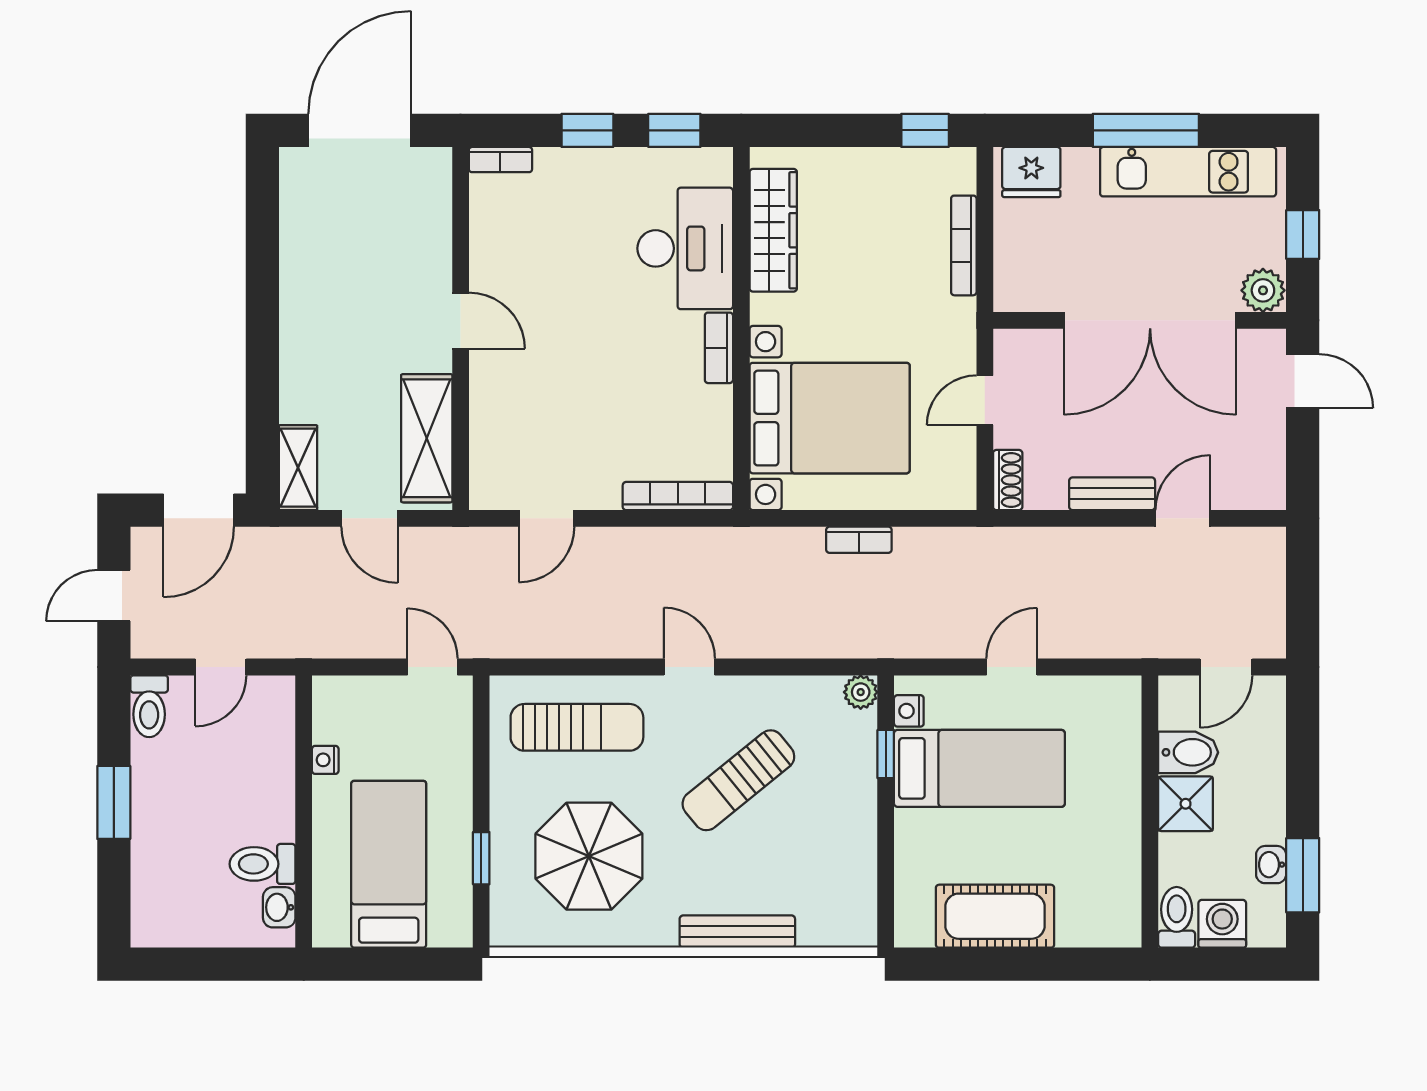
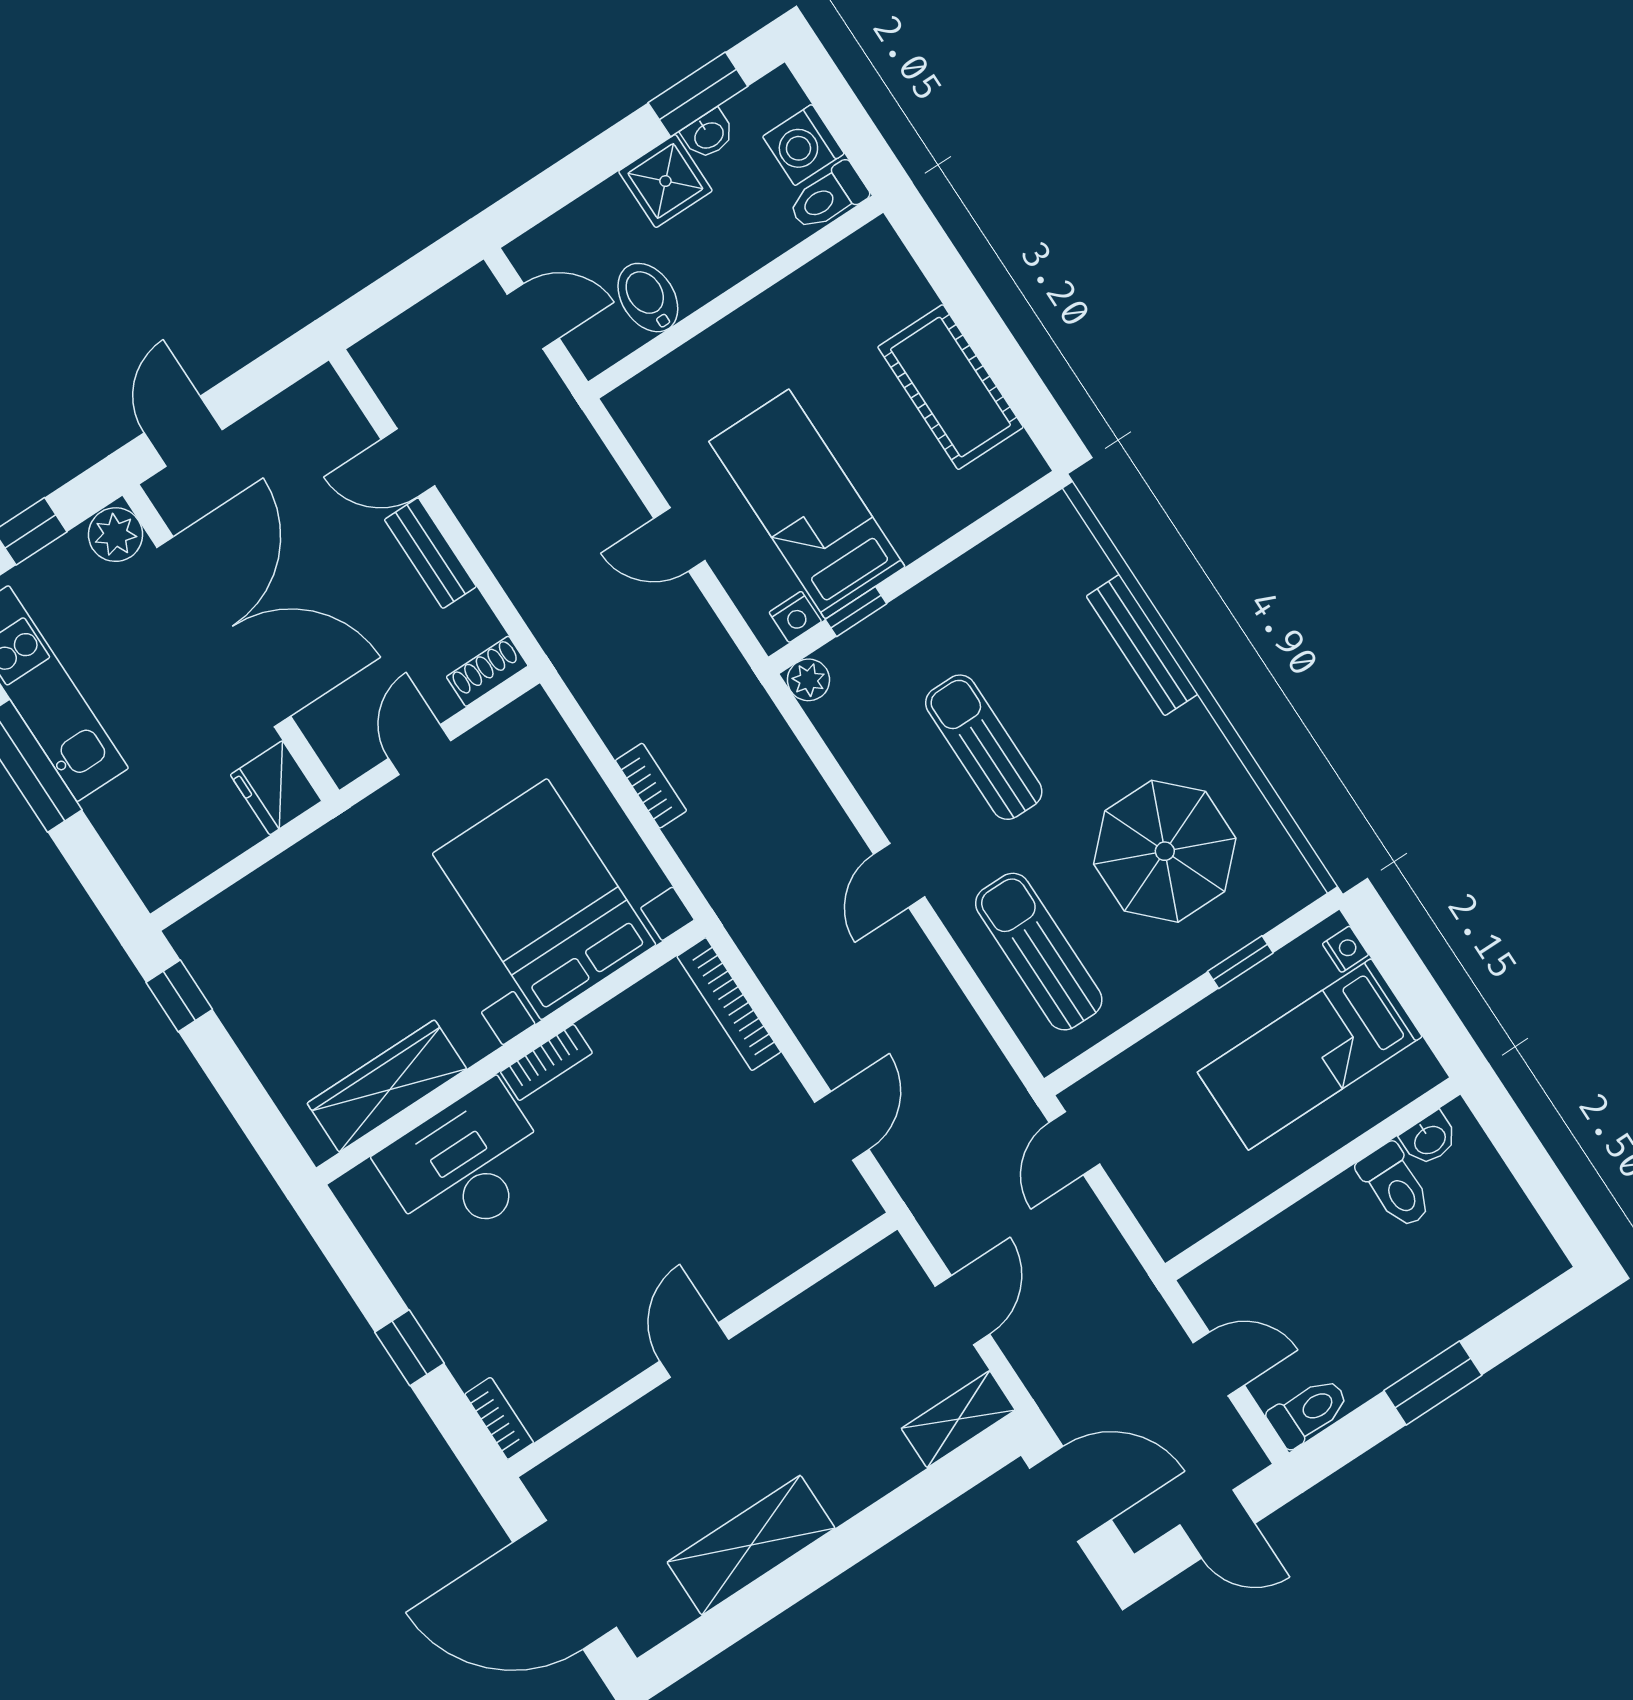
window: (674, 130) -> (350, 1257), removed
fridge: (1031, 172) -> (276, 788), moved, turned 180
bookcase: (964, 245) -> (273, 877), removed
door: (985, 400) -> (420, 750), swing flipped
shelving: (427, 438) -> (751, 1545), moved
door: (546, 518) -> (842, 1126), hinge flipped
nightstand: (325, 760) -> (1345, 949), moved, turned -90
sun lounger: (738, 780) -> (984, 747), turned -141
shower: (1186, 804) -> (665, 181), moved

